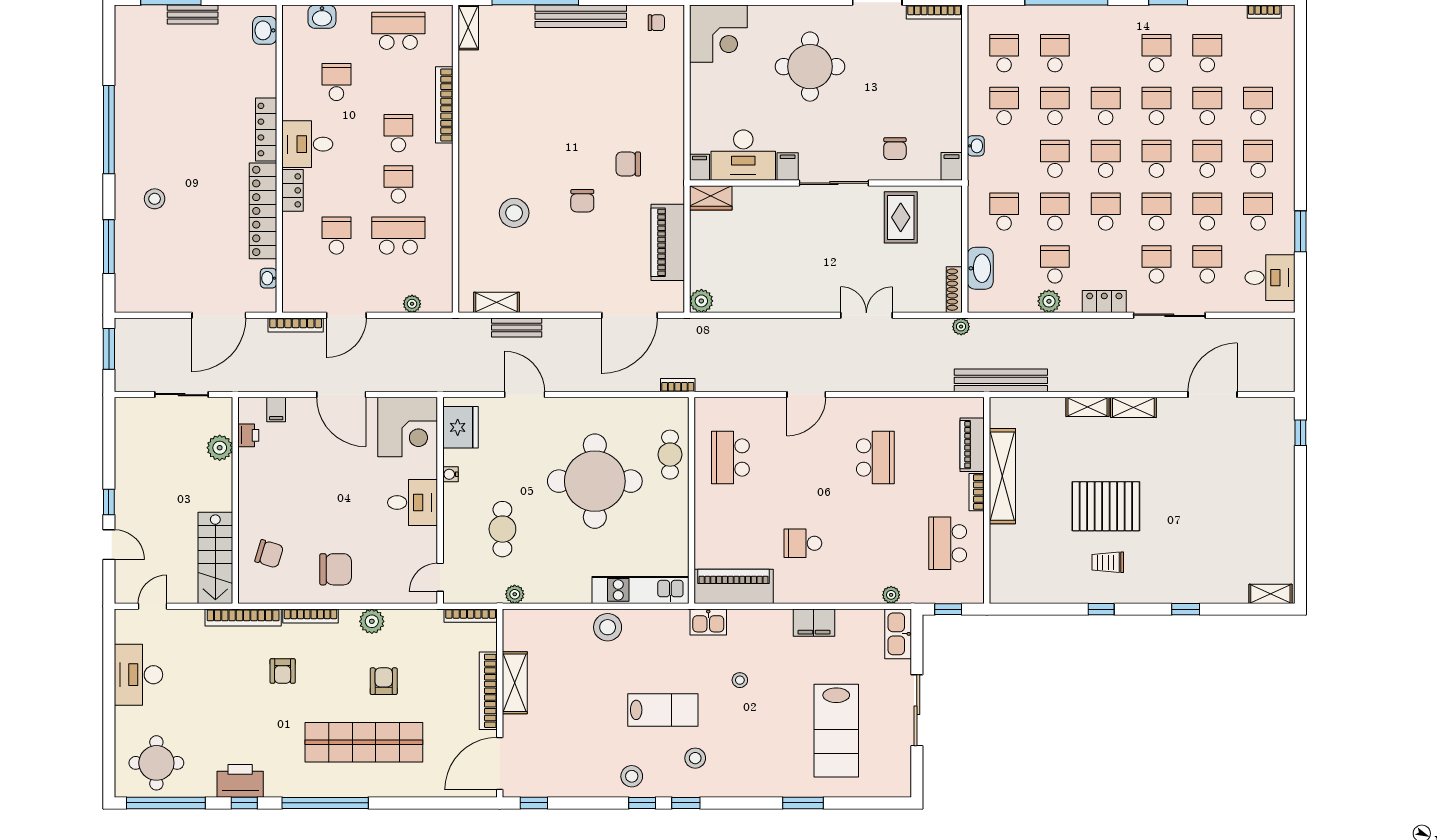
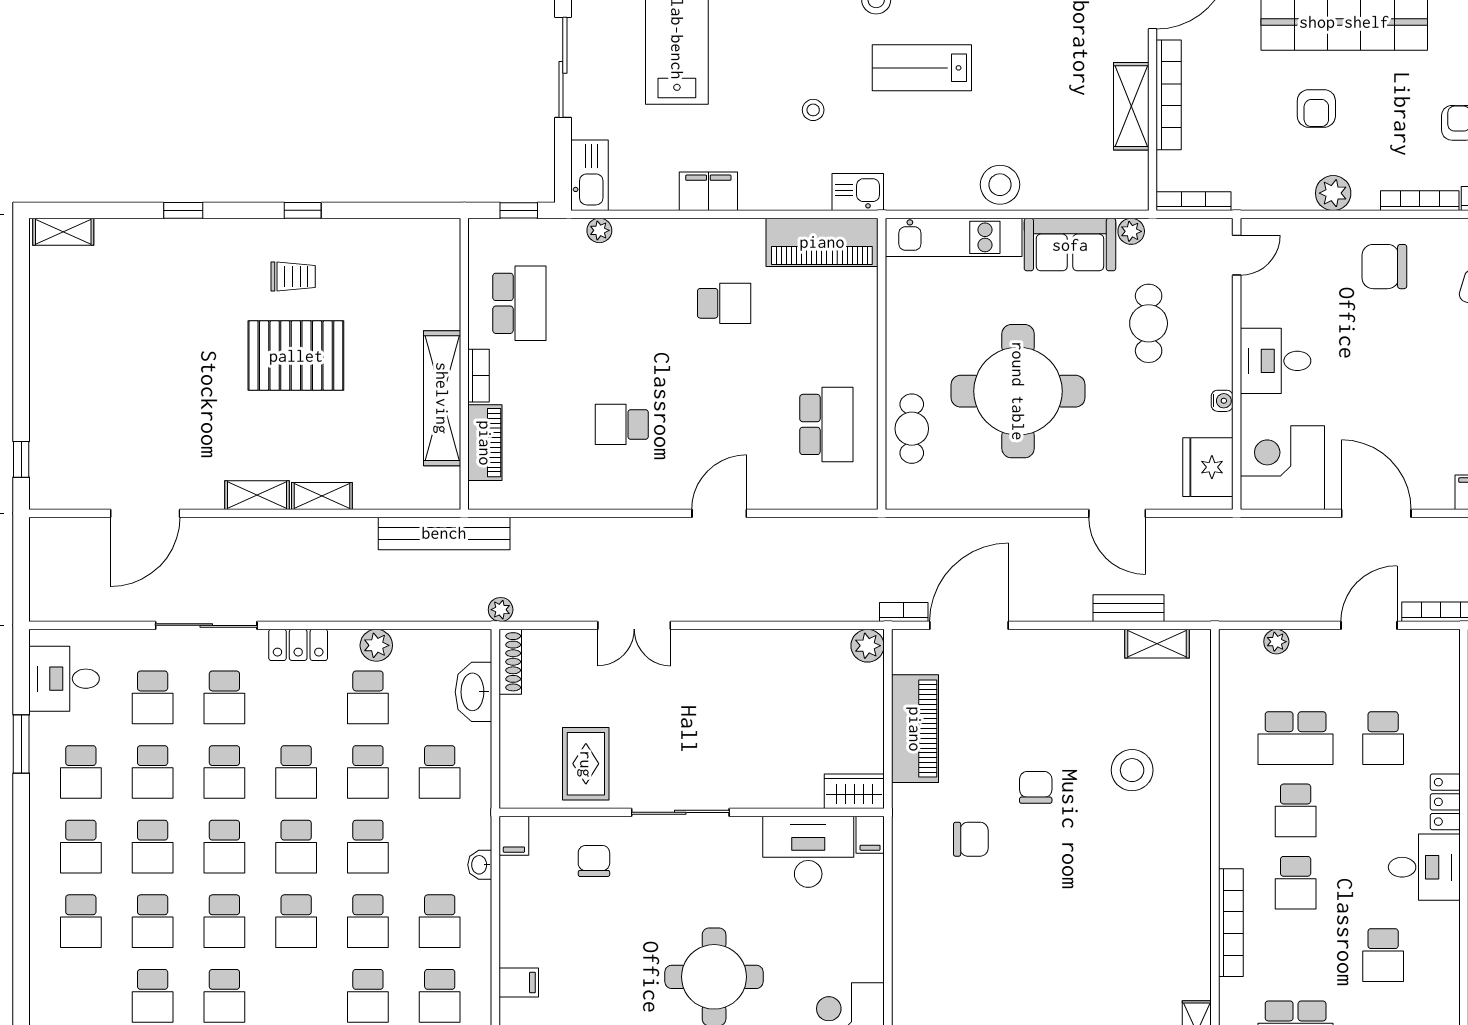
filing cabinet: (788, 166) -> (519, 982), moved, turned -90
bookcase: (678, 385) -> (904, 612), moved, turned 180
school desk: (875, 458) -> (622, 424), width x0.54
sofa: (558, 585) -> (1070, 245), added

